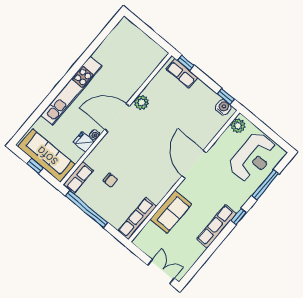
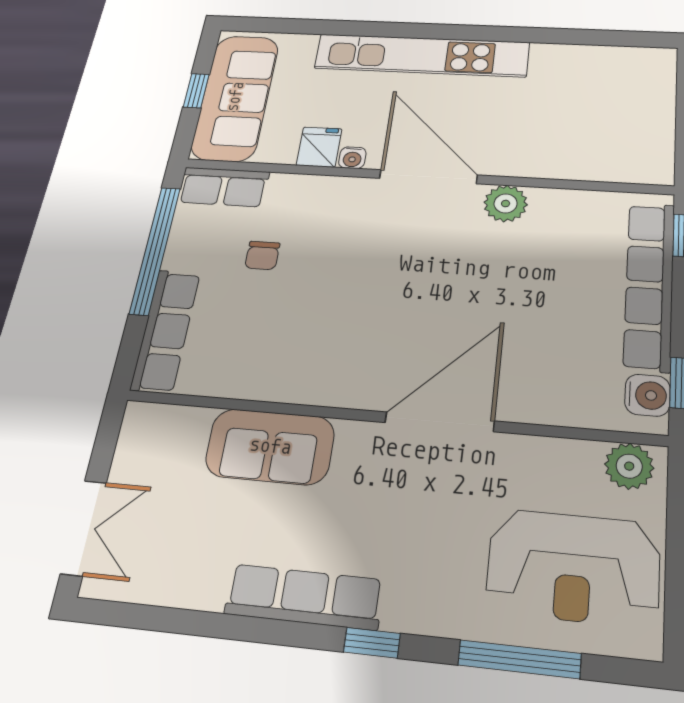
row of seats: (182, 73) -> (649, 285), width x2.02
row of seats: (137, 218) -> (166, 331), moved, turned 90

